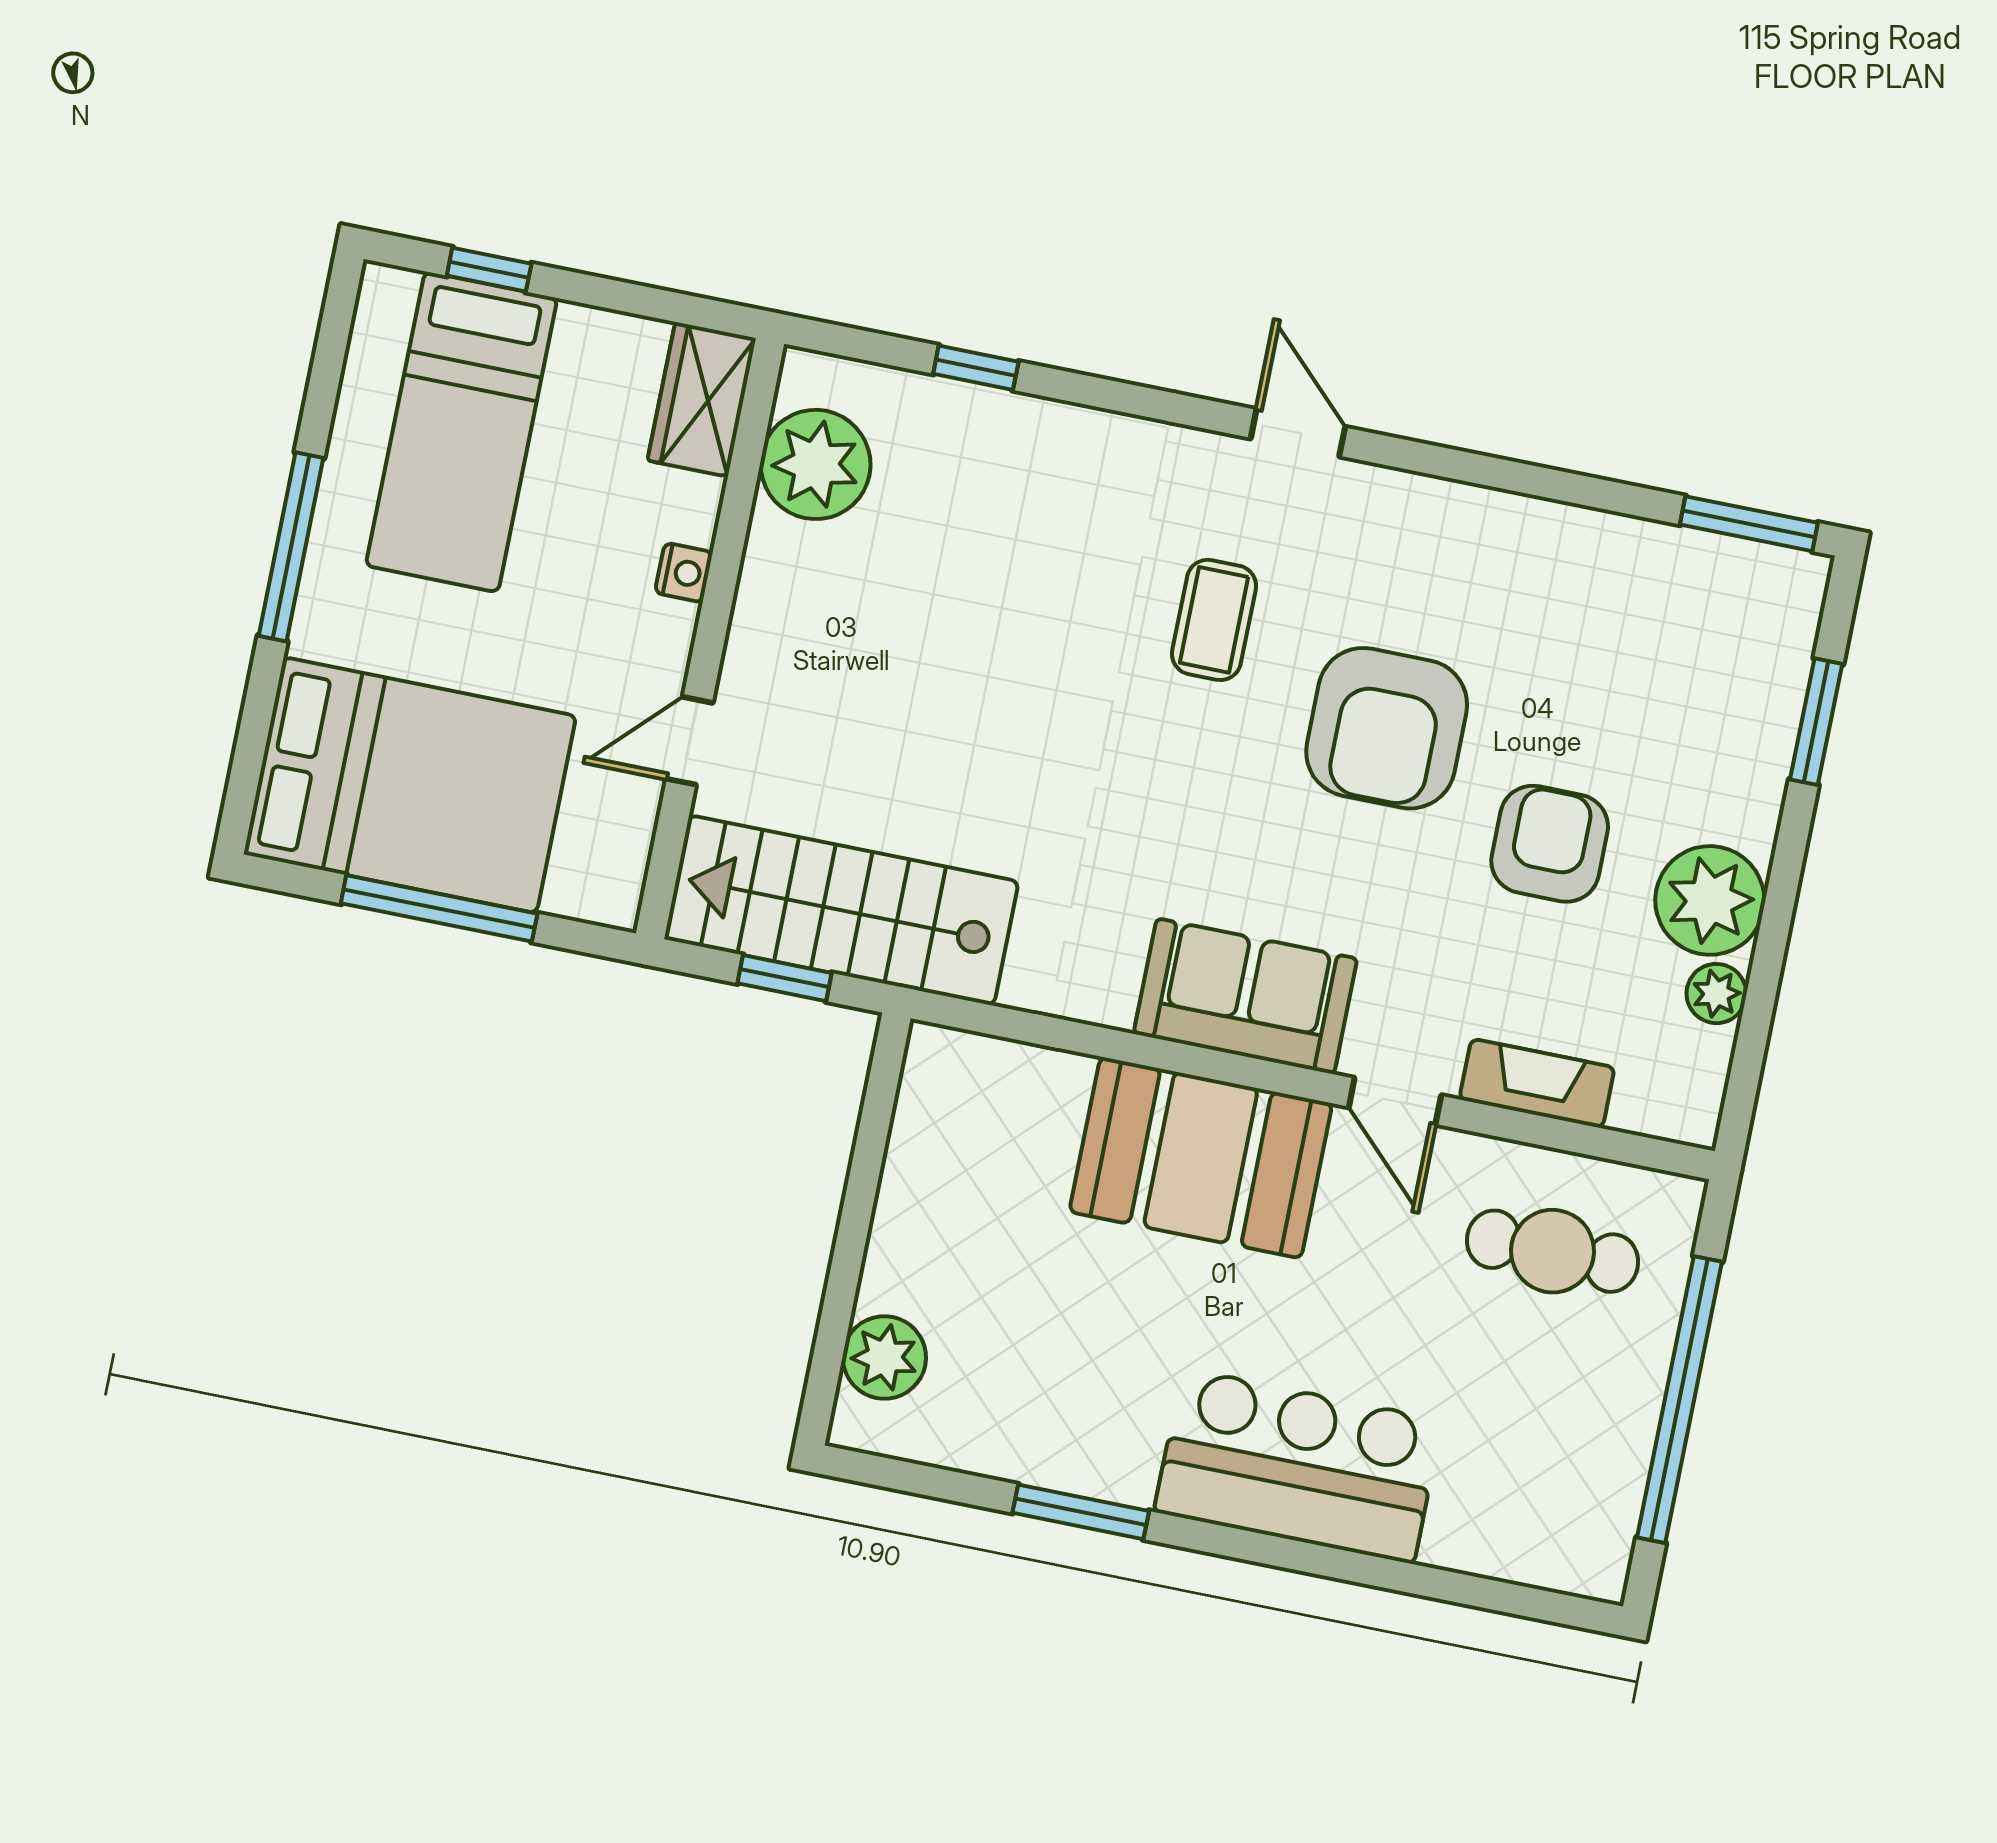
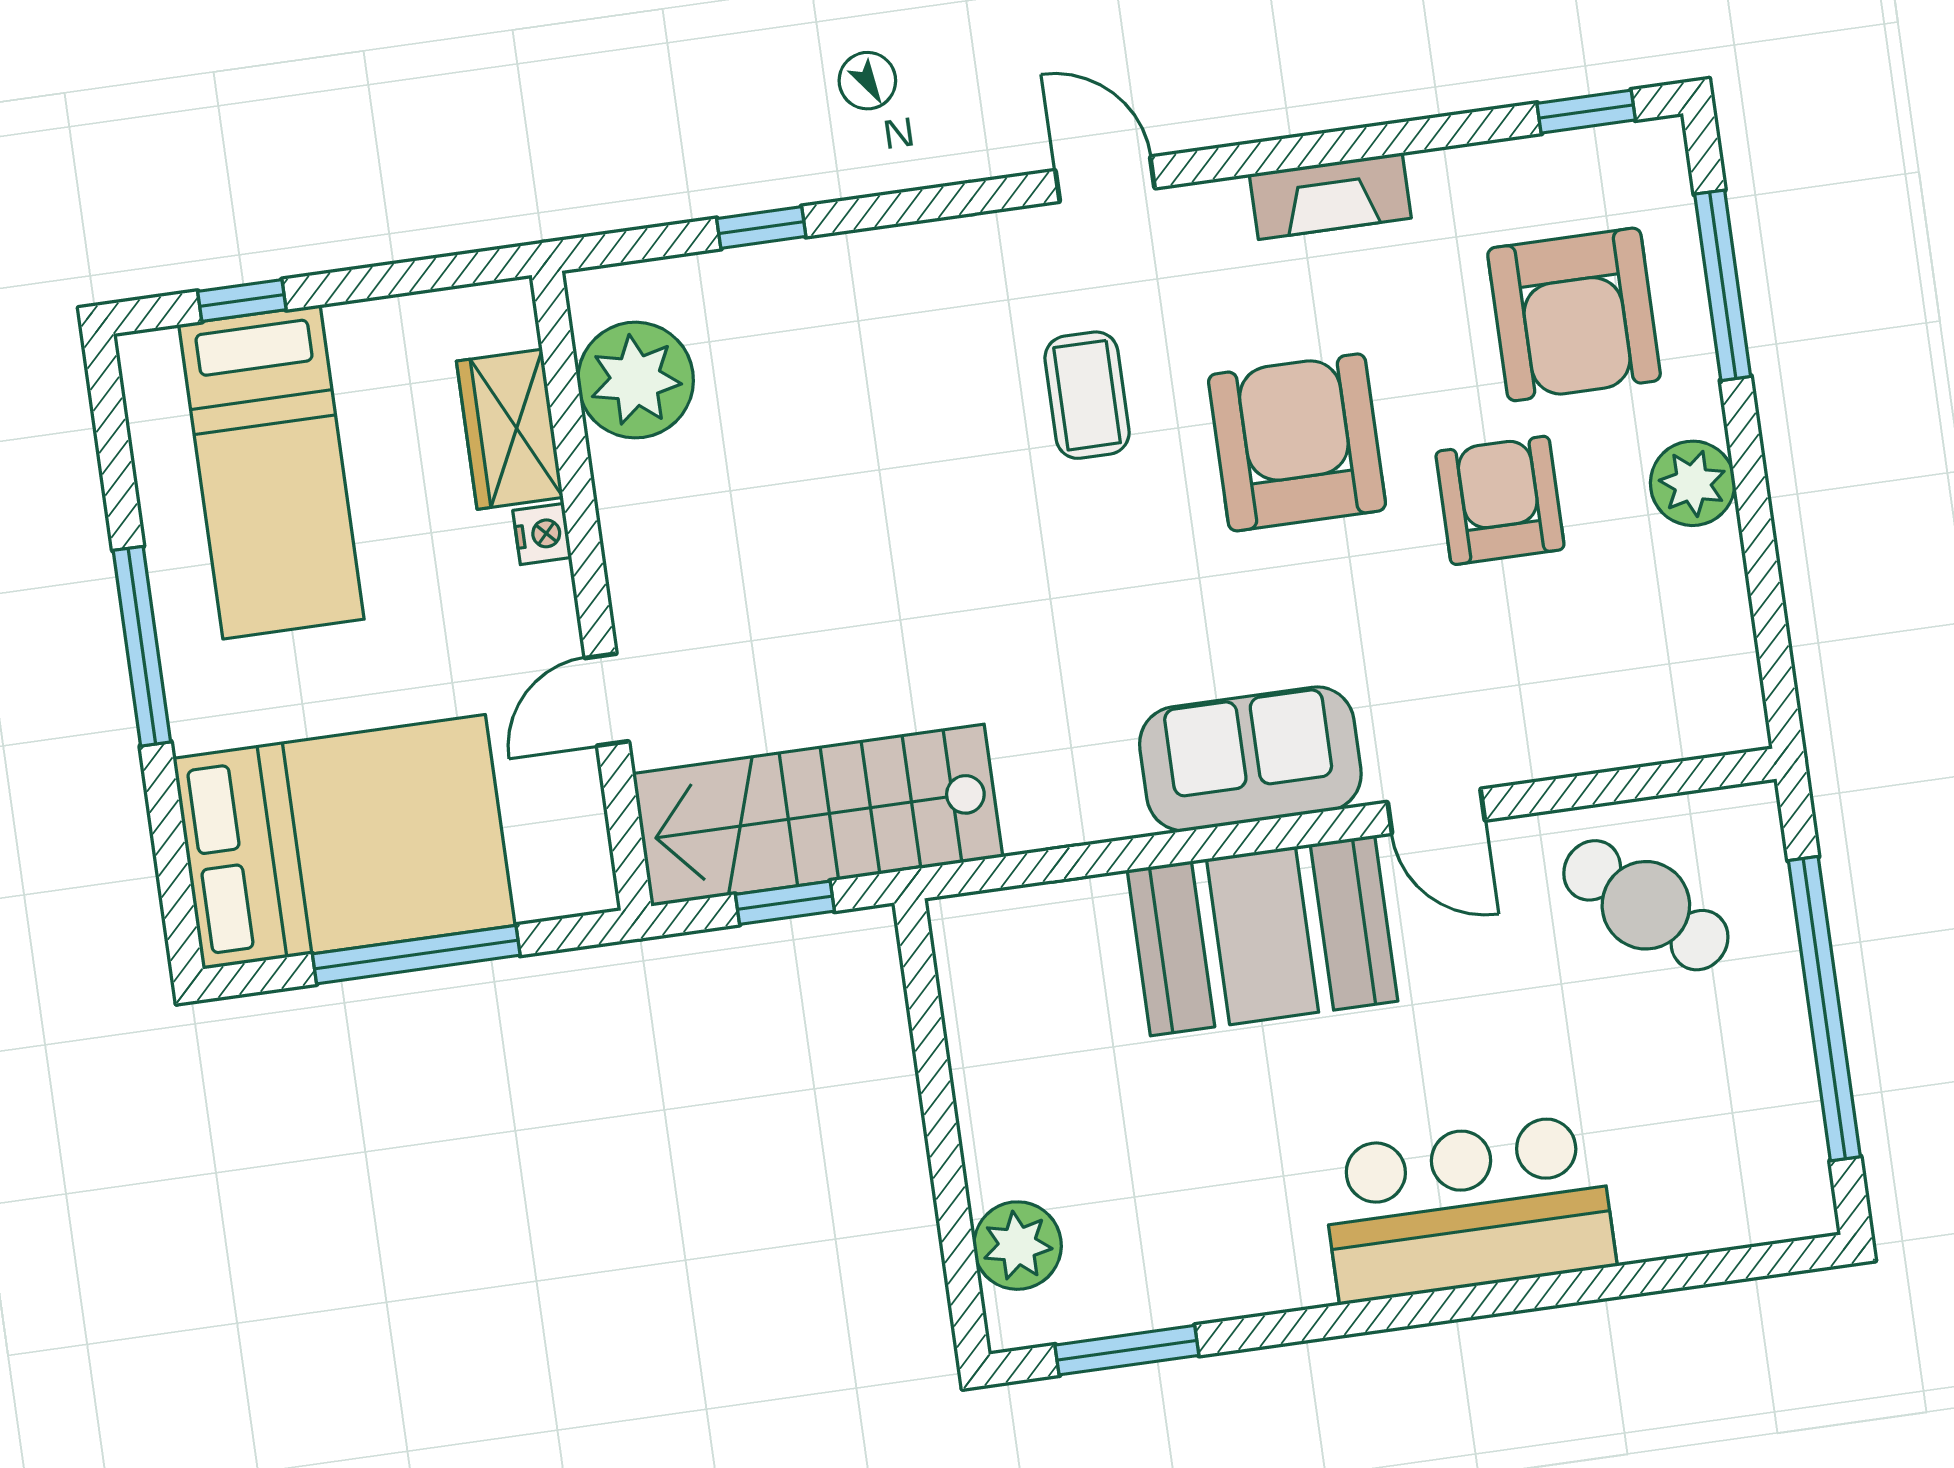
wardrobe: (702, 399) -> (510, 429), moved
window: (1749, 524) -> (1586, 112), width x0.67
armchair: (1674, 701) -> (1574, 314), added
window: (1816, 722) -> (1723, 285), width x1.44
armchair: (1387, 728) -> (1297, 442), turned 180
plant: (1710, 900) -> (1693, 483), width x0.73, depth x0.73
plant: (1716, 994) -> (1719, 591), removed
fireplace: (1537, 1083) -> (1330, 196), moved, turned 180
cafe table: (1553, 1251) -> (1646, 905), turned 41
window: (1081, 1512) -> (1127, 1350), moved

